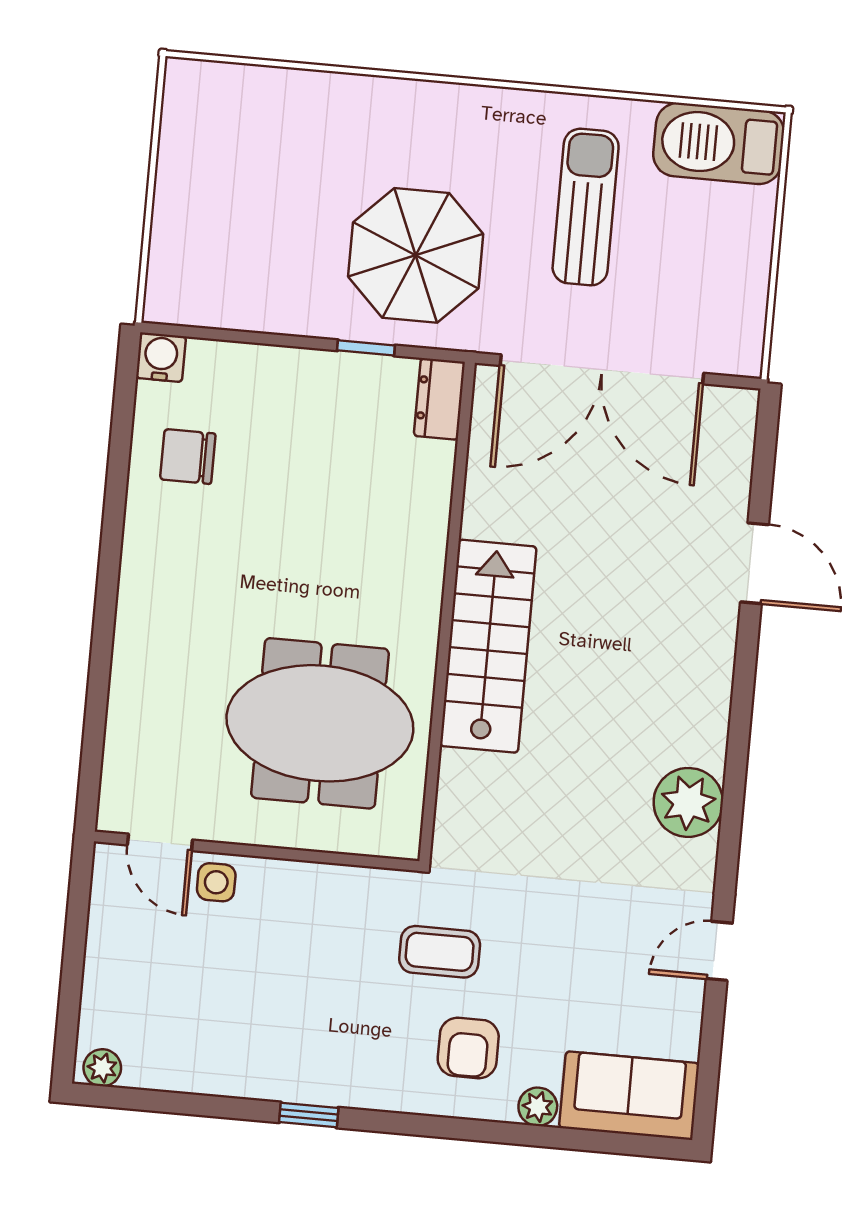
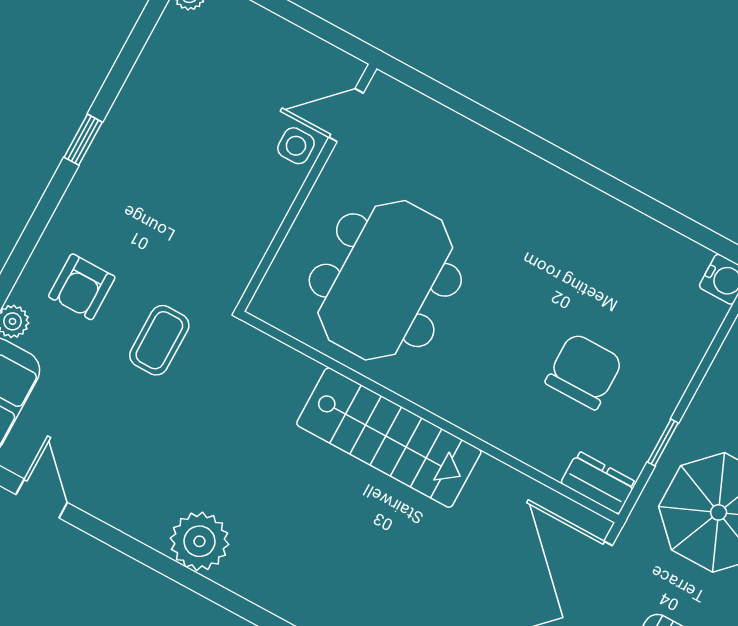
chair: (188, 457) -> (584, 371), moved, width x1.37, depth x1.37
door: (719, 951) -> (42, 499), moved
coffee table: (440, 952) -> (159, 340), moved
armchair: (468, 1048) -> (82, 287), turned -90

